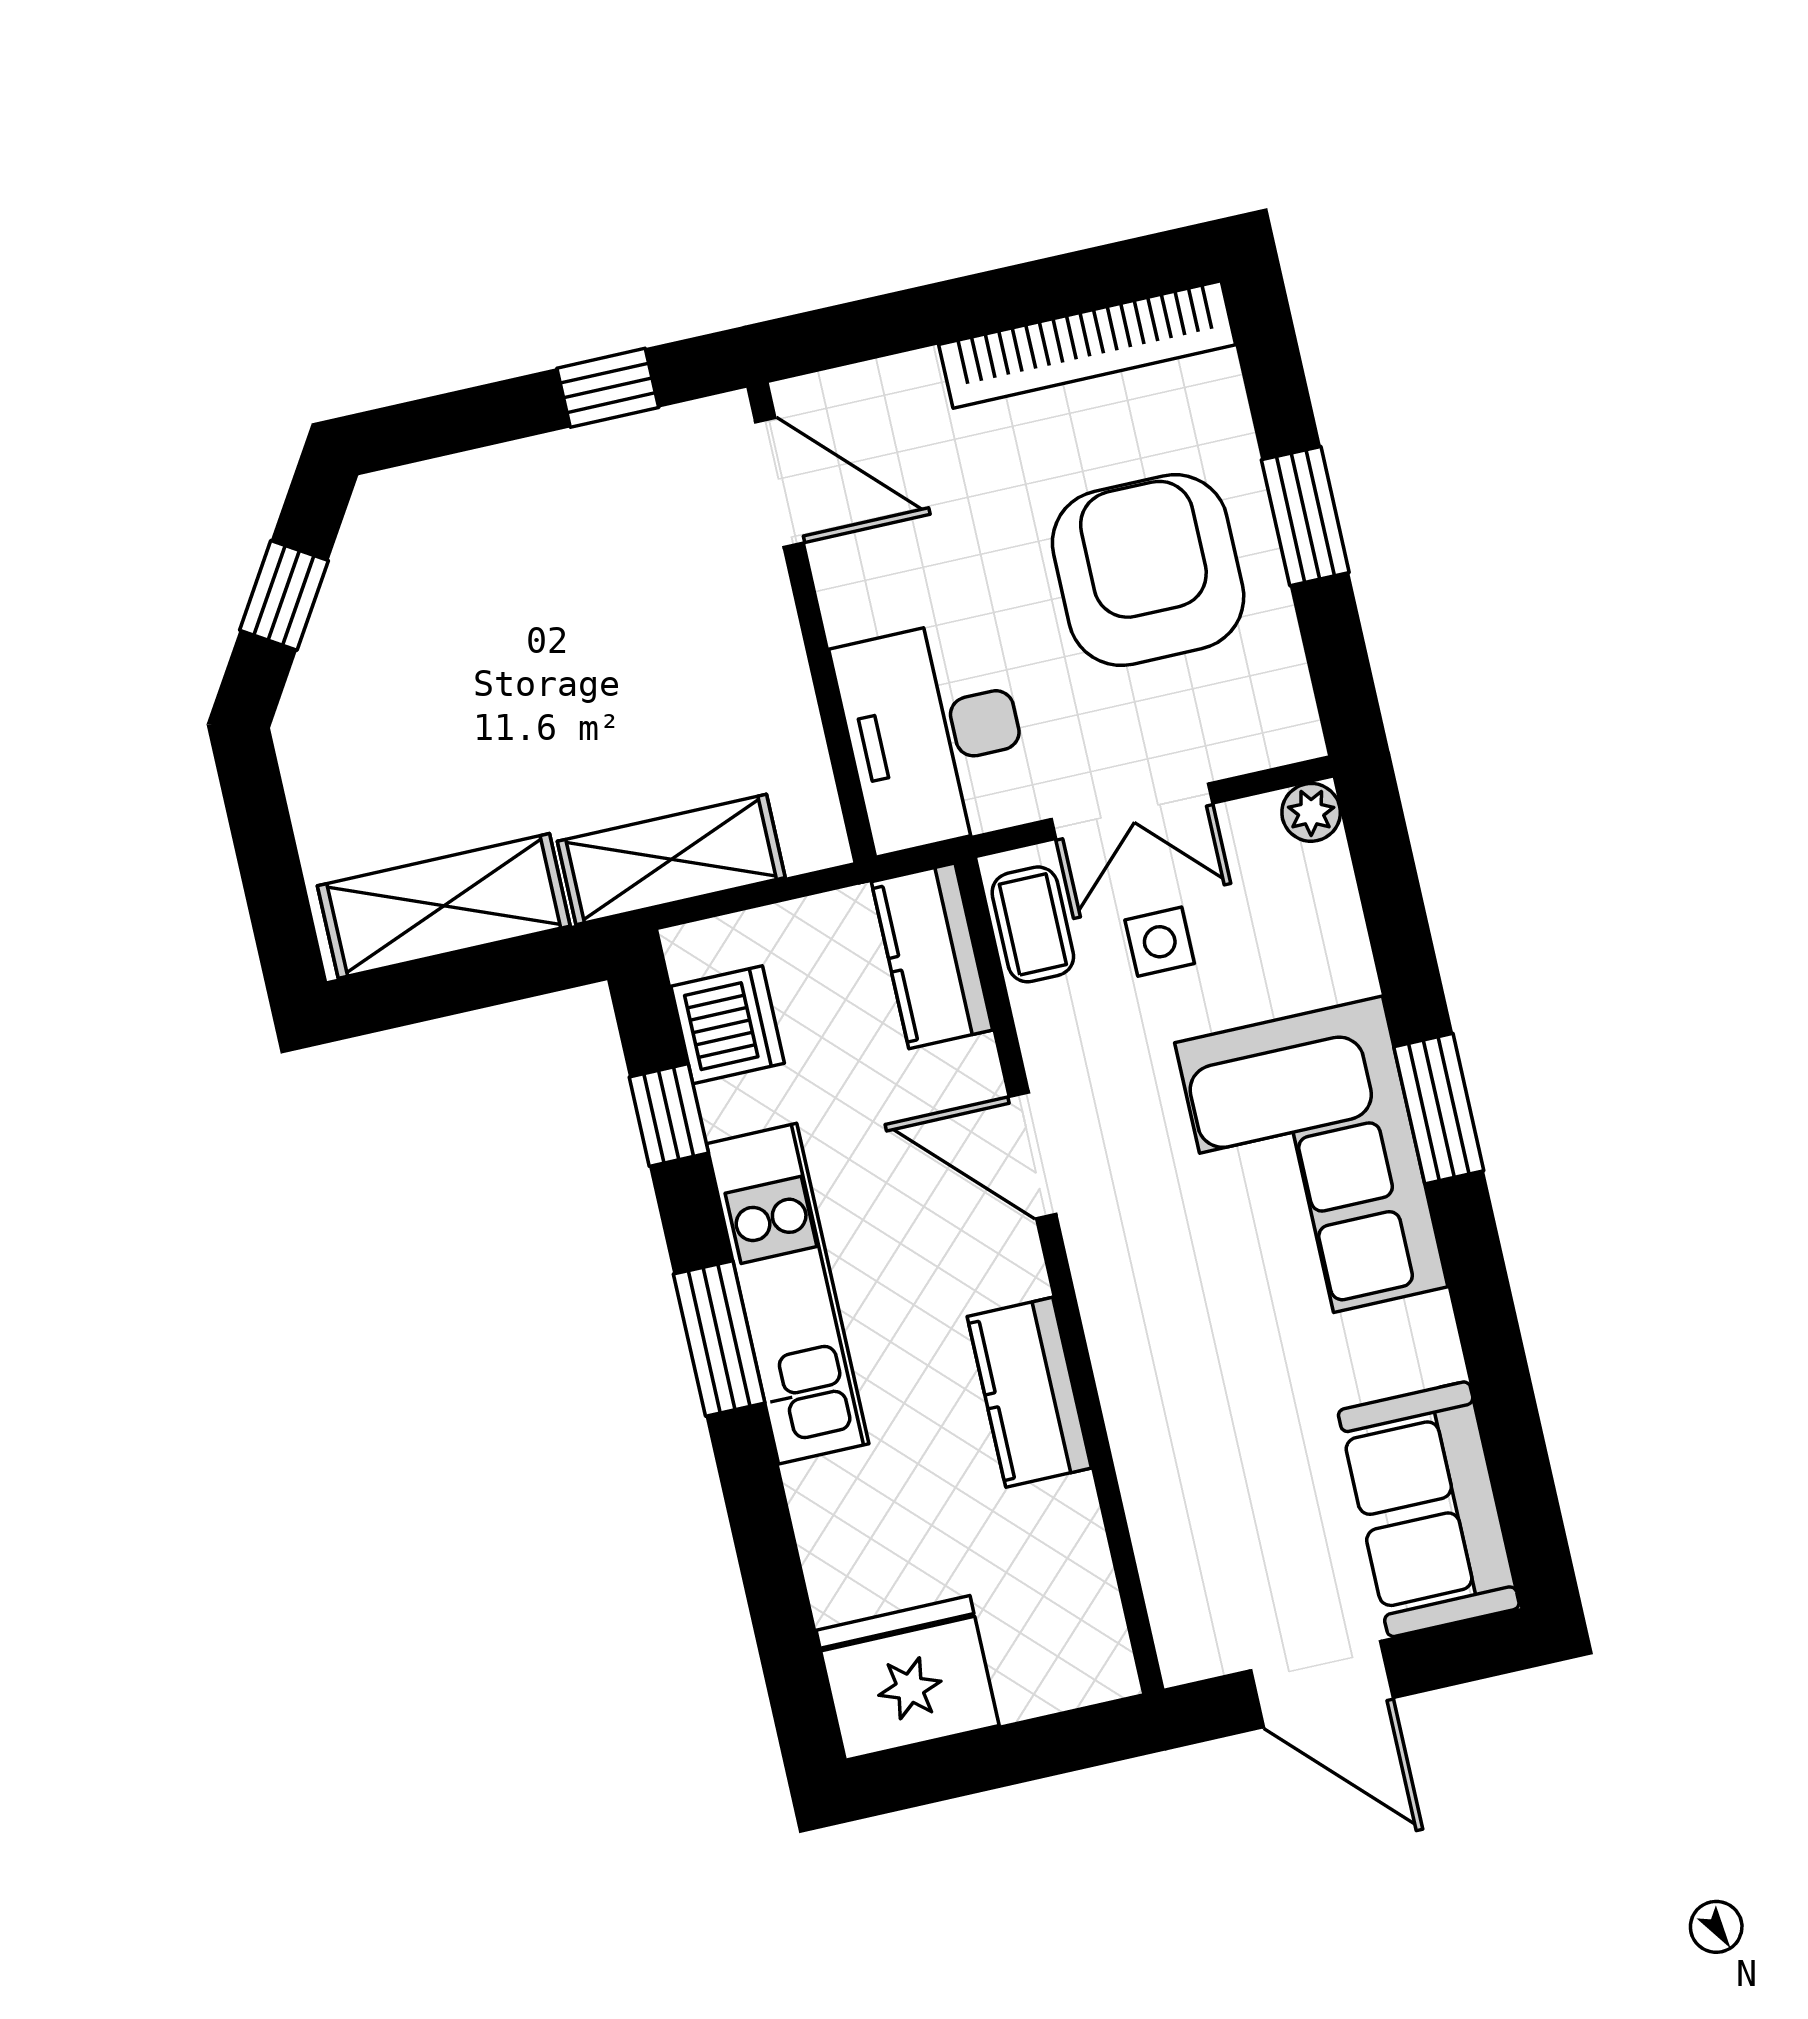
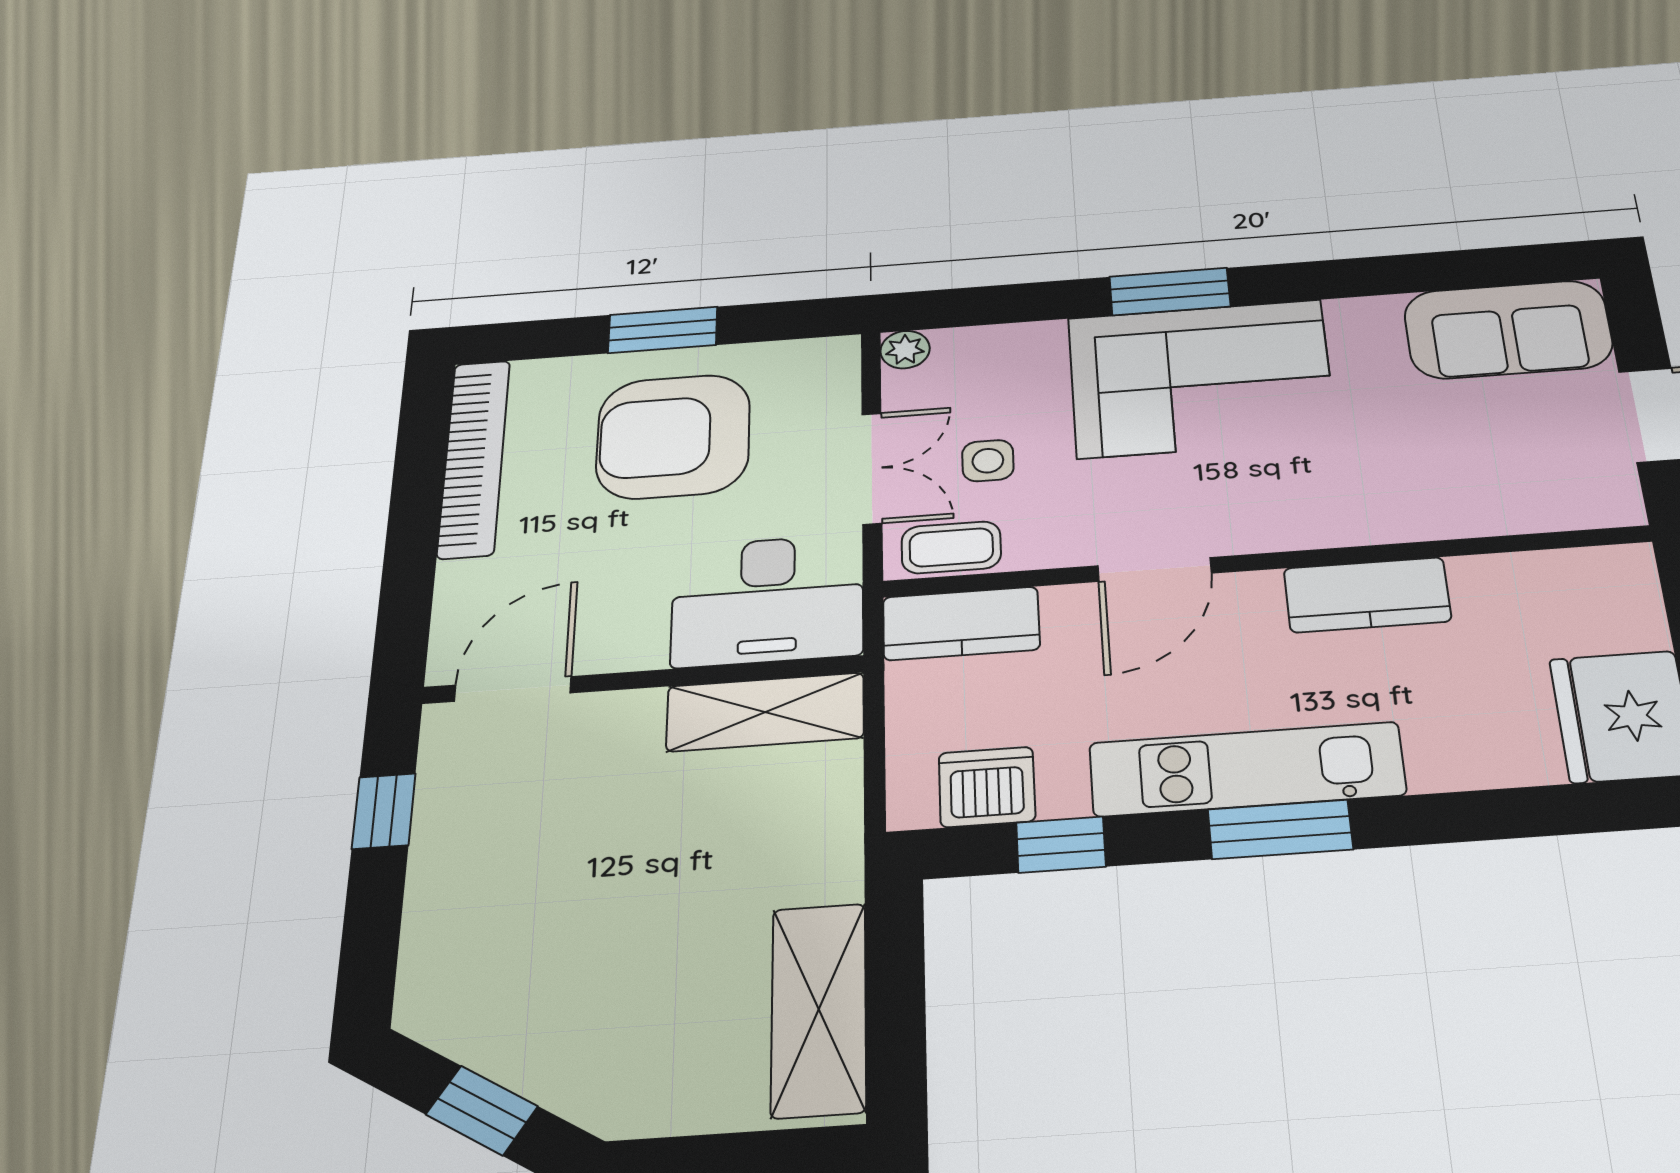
shelving: (671, 859) -> (765, 712), moved, turned 90

